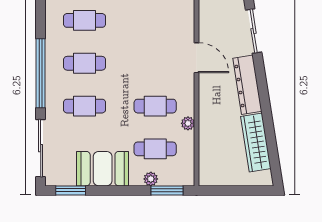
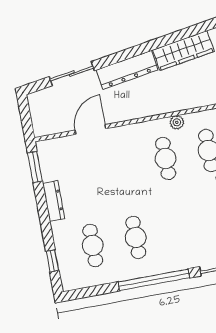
door: (197, 58) -> (90, 129), moved
cafe table: (85, 106) -> (179, 229), removed

